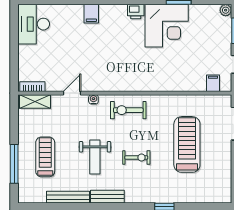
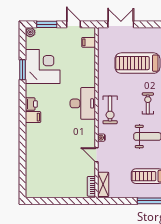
filing cabinet: (91, 14) -> (33, 117), moved
desk: (34, 24) -> (83, 103), moved, turned -90
corner desk: (167, 26) -> (43, 66), moved

